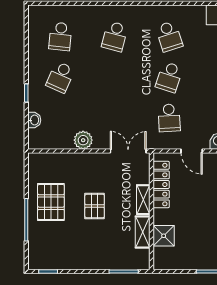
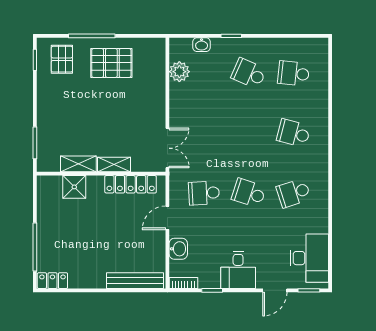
plant: (83, 140) -> (179, 72), moved
pallet: (95, 206) -> (62, 59), moved, turned 90

